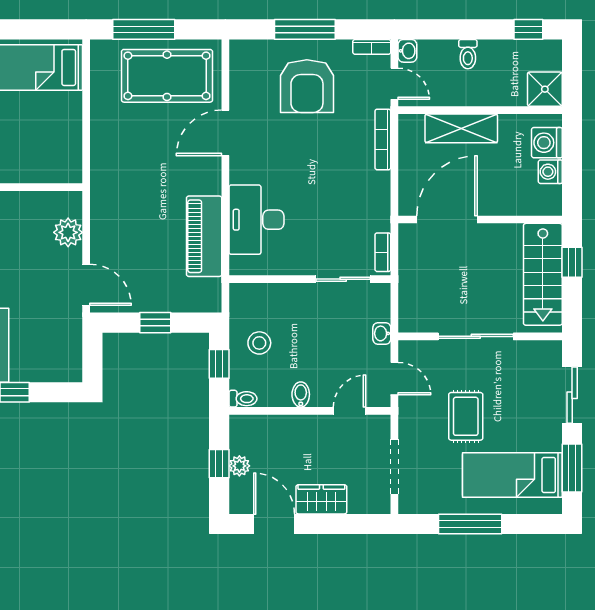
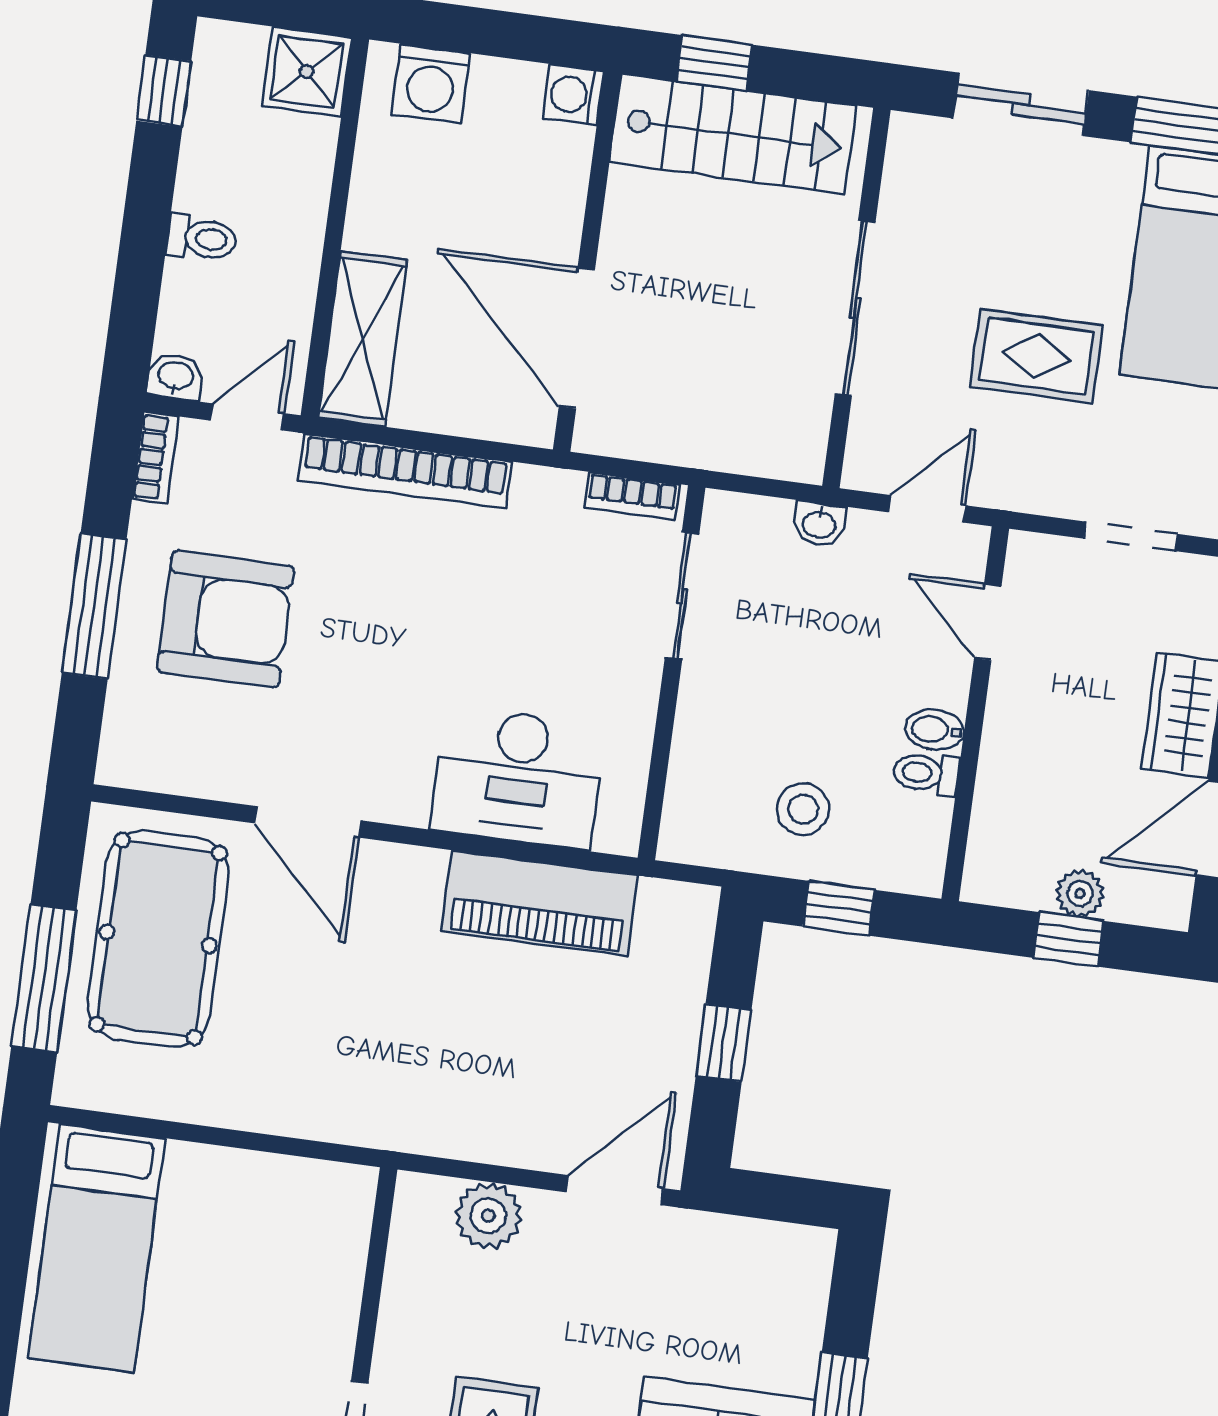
shelving: (461, 128) -> (363, 339), moved
bookcase: (383, 139) -> (405, 471), width x1.48, depth x1.31
washing machine: (550, 172) -> (573, 95), moved, turned 90
toilet: (243, 399) -> (926, 773), moved, turned -90
doorway: (394, 467) -> (1130, 536), width x0.73

